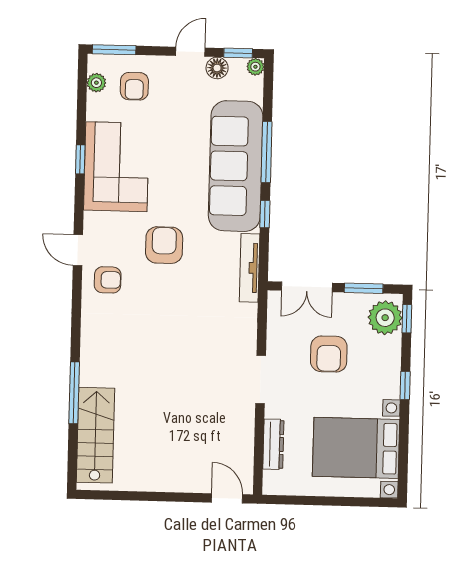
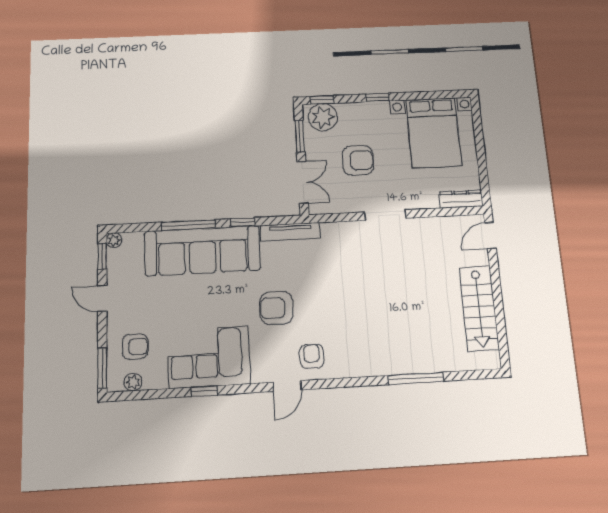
floor lamp: (217, 68) -> (116, 274), removed
stairs: (96, 435) -> (479, 308), moved, turned -90
dresser: (273, 444) -> (461, 199), moved

